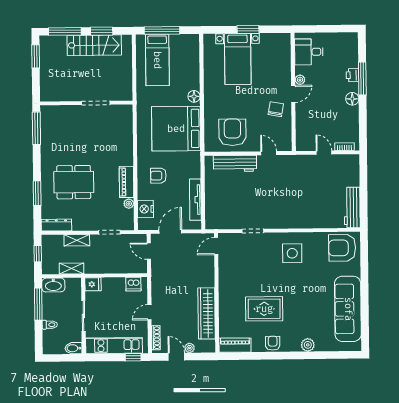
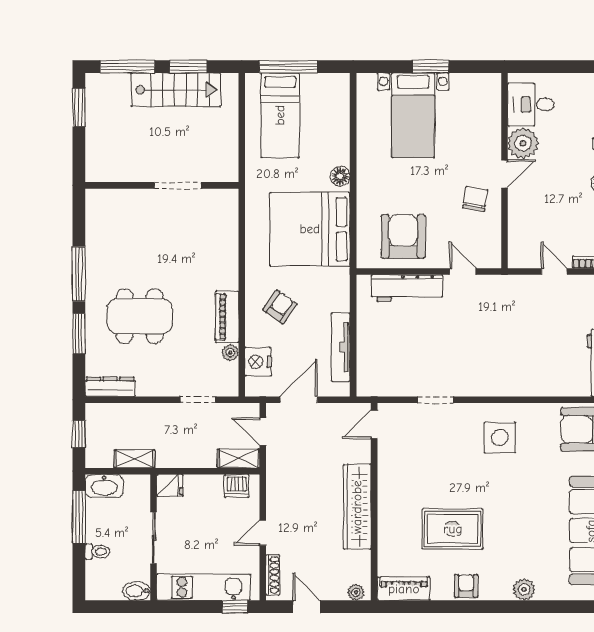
plant: (300, 80) -> (523, 143), width x1.88, depth x1.88
window: (36, 128) -> (79, 274), moved
armchair: (158, 176) -> (280, 307), turned 125
shelving: (77, 240) -> (239, 459), moved
wardrobe: (207, 313) -> (357, 507), moved
plant: (190, 348) -> (356, 592), moved

